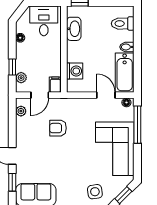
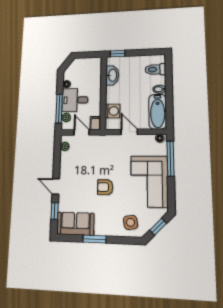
desk: (44, 21) -> (75, 100), moved, turned -90
window: (12, 67) -> (59, 109), width x2.17
door: (40, 95) -> (82, 132), swing flipped
door: (106, 95) -> (129, 132), moved
armchair: (58, 128) -> (105, 187), moved

